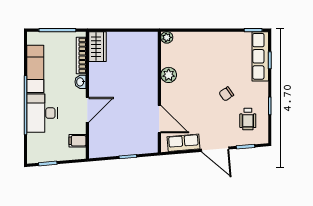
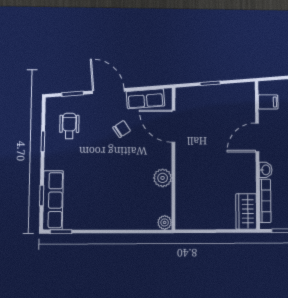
chair: (226, 94) -> (122, 129), moved

